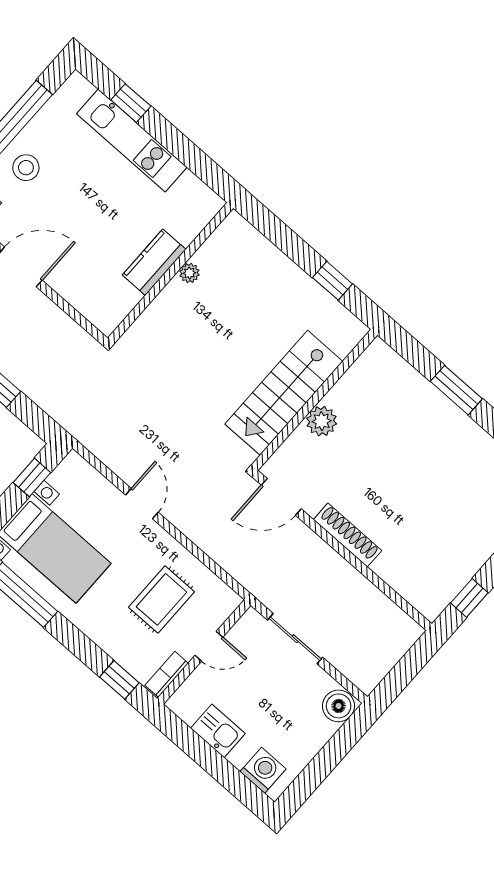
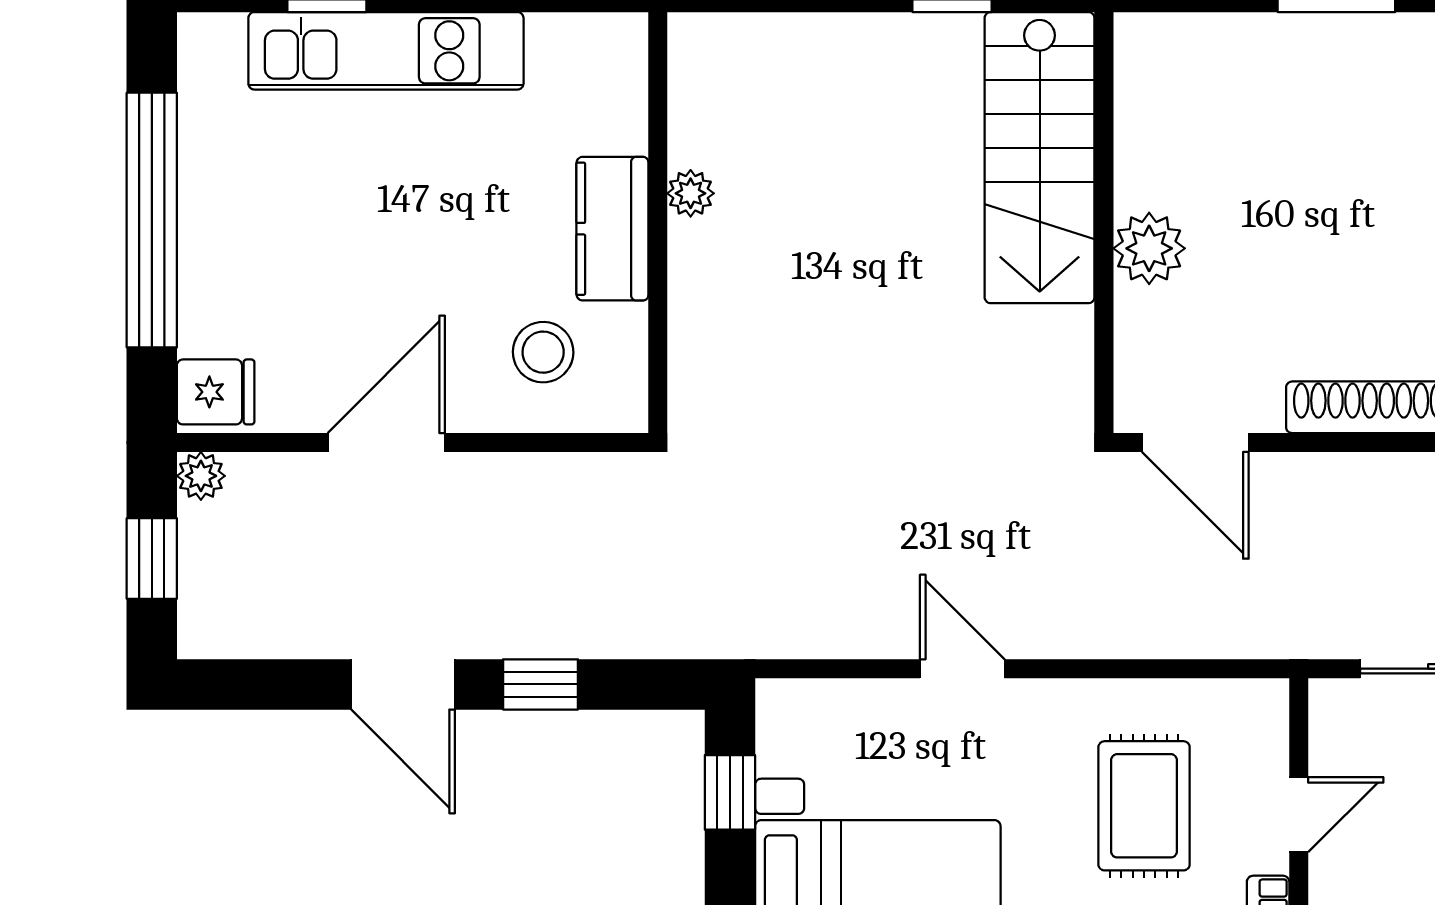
stool: (26, 168) -> (543, 352), moved
stairs: (284, 393) -> (1040, 158), moved
door: (281, 497) -> (1195, 442), hinge flipped

